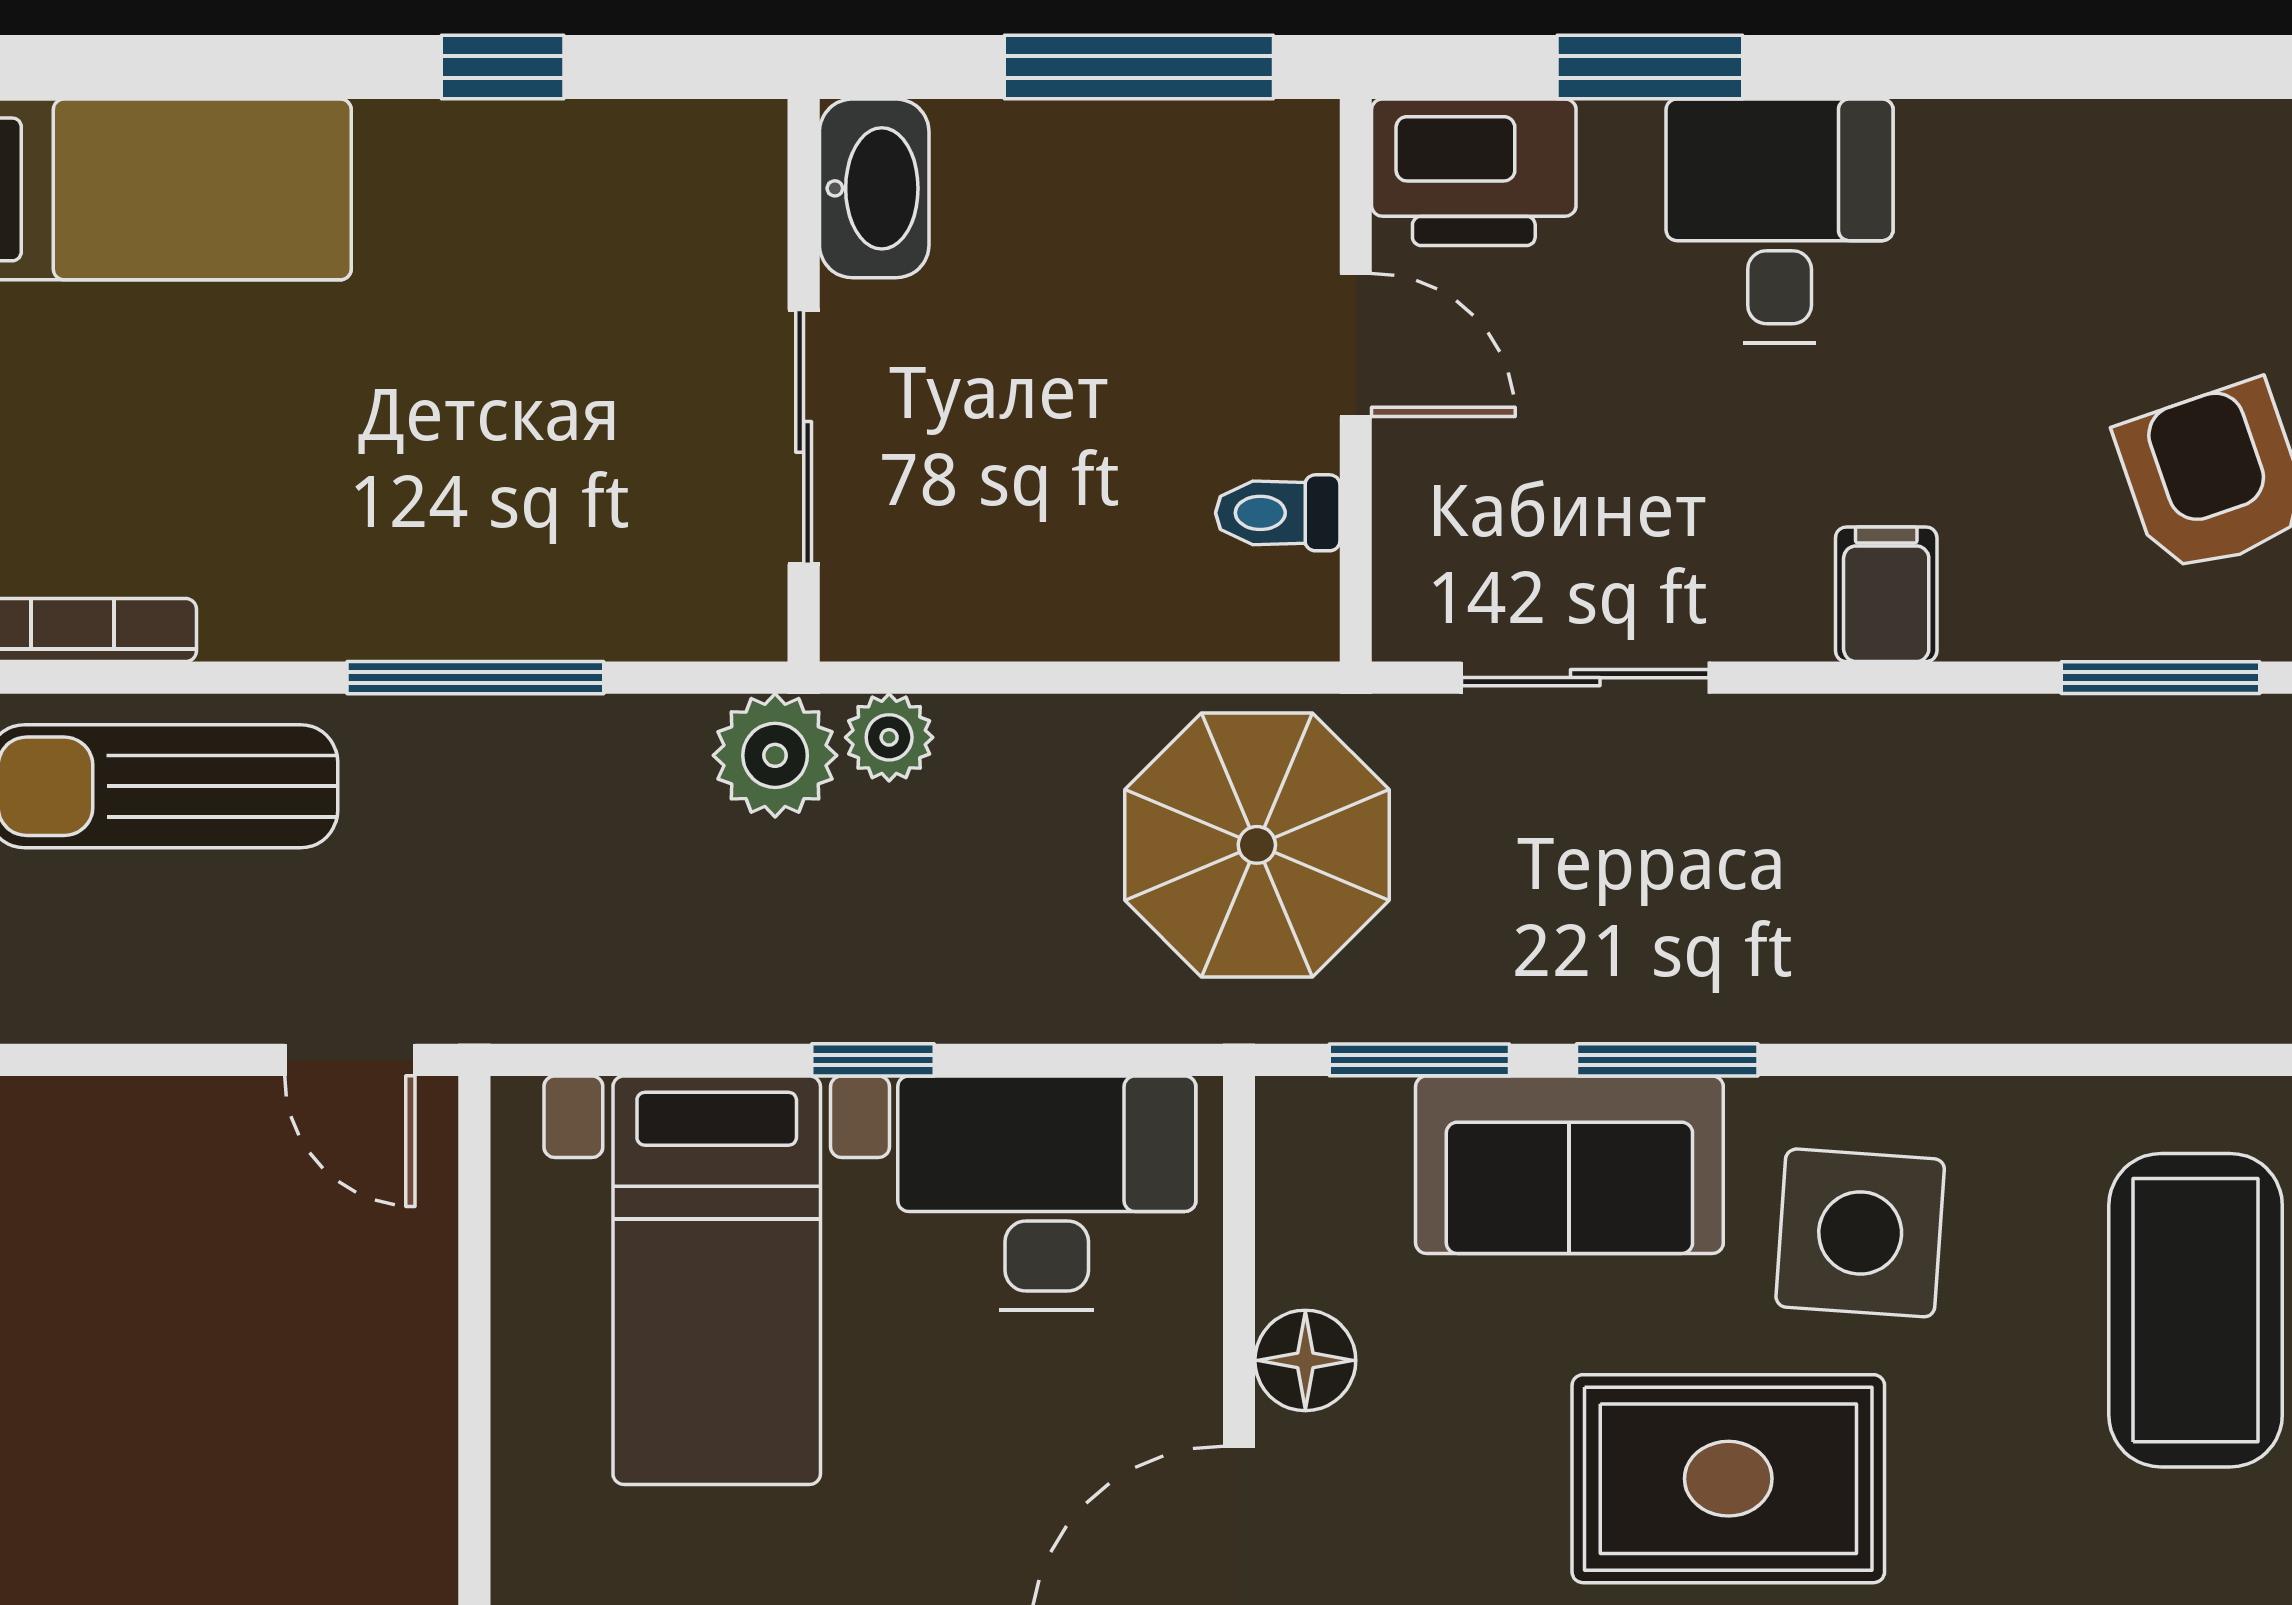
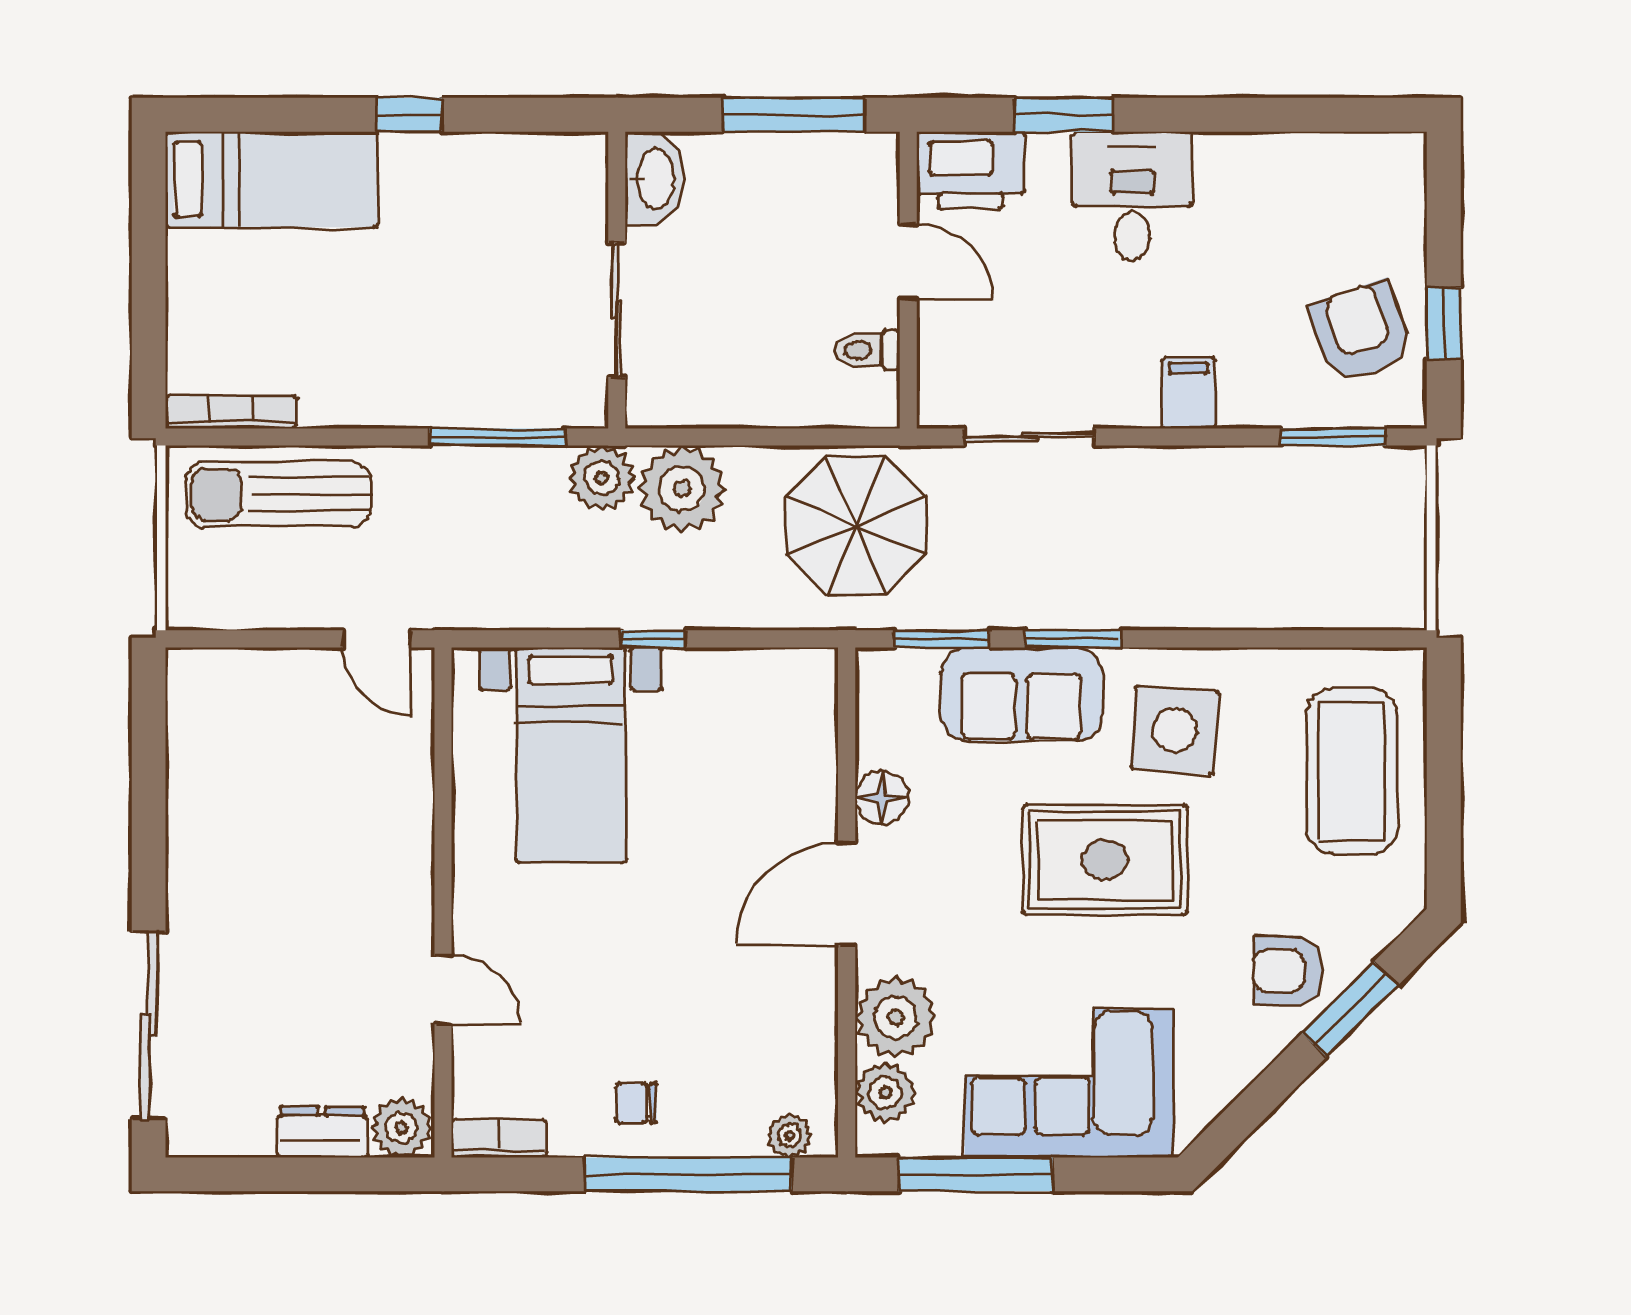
window: (503, 67) -> (409, 115), moved
window: (475, 678) -> (497, 437), moved
plant: (889, 737) -> (682, 489), width x1.87, depth x1.87
desk: (1047, 1193) -> (745, 709), removed

